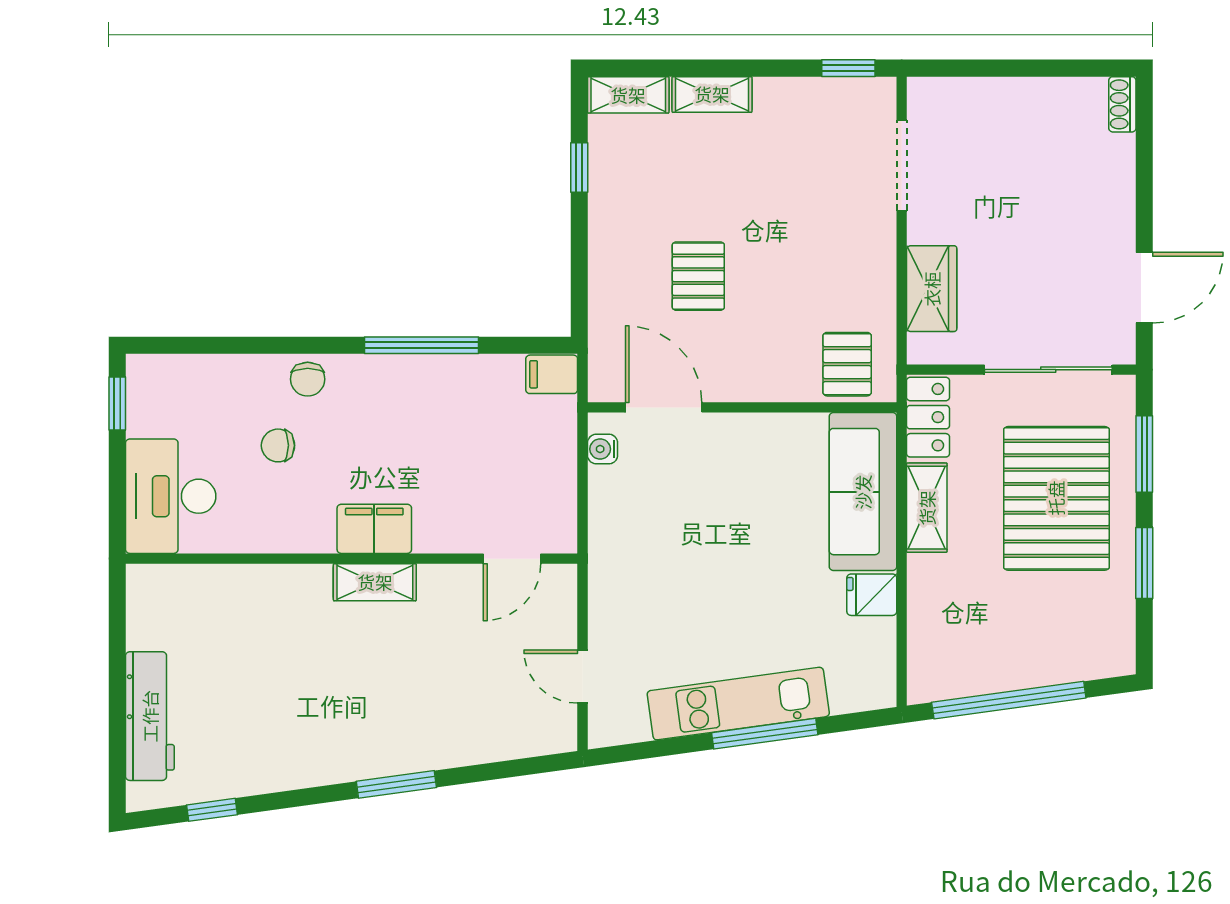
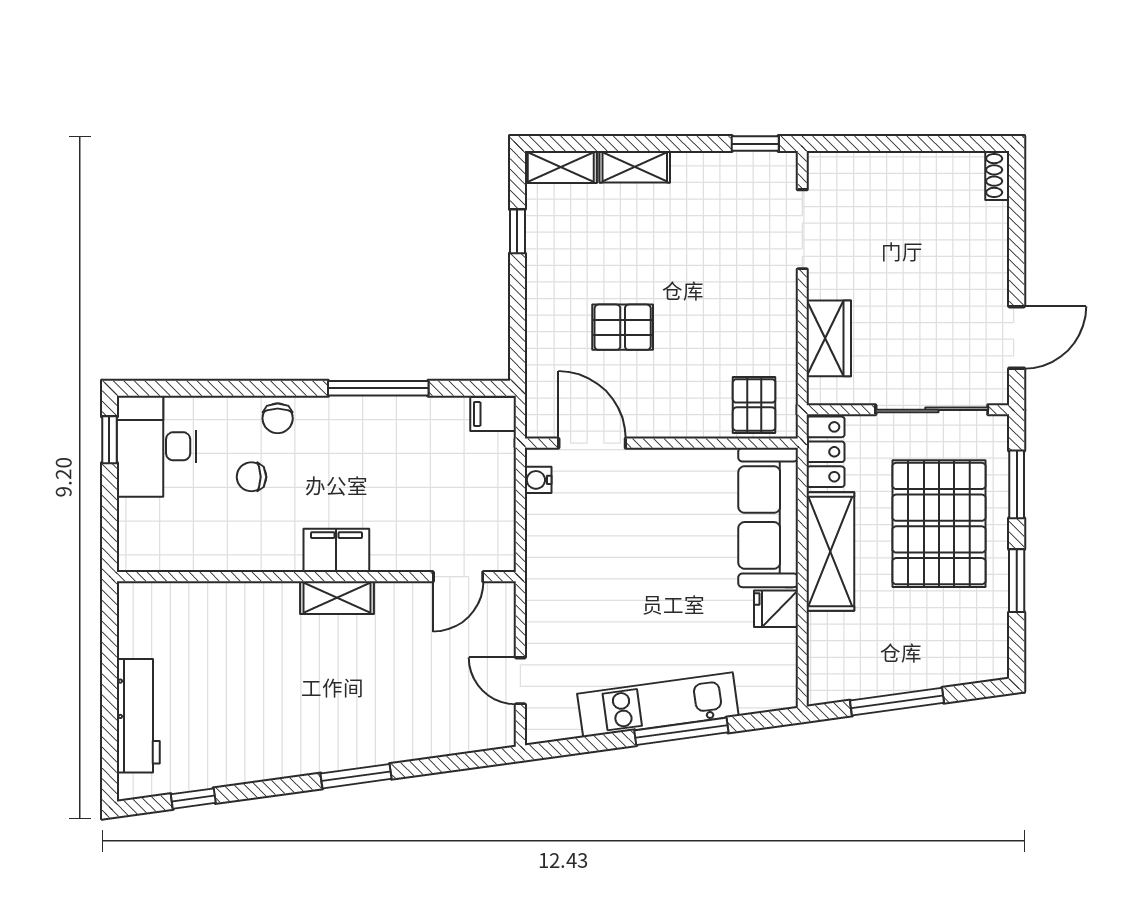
pallet: (698, 276) -> (623, 327), turned 90
desk: (171, 496) -> (157, 446), moved
shelving: (927, 508) -> (830, 551), width x1.50, depth x1.33
window: (1009, 700) -> (897, 702), width x0.68

